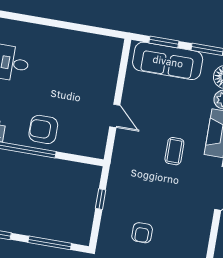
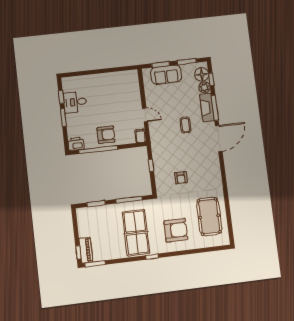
sofa: (168, 61) -> (166, 75), width x0.73
armchair: (43, 129) -> (106, 135), turned 180
filing cabinet: (98, 147) -> (141, 136), added

